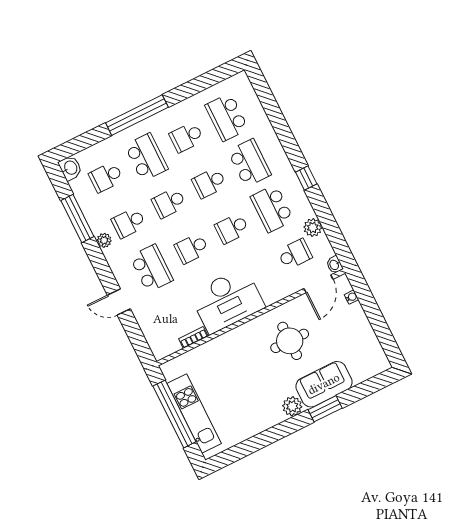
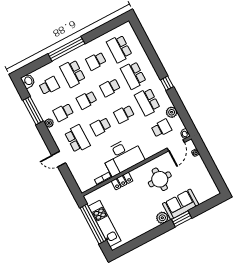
school desk: (146, 157) -> (73, 73), turned 180
school desk: (249, 163) -> (133, 75), turned 180
school desk: (106, 177) -> (49, 86), turned 180
locker: (225, 342) -> (122, 181), added

